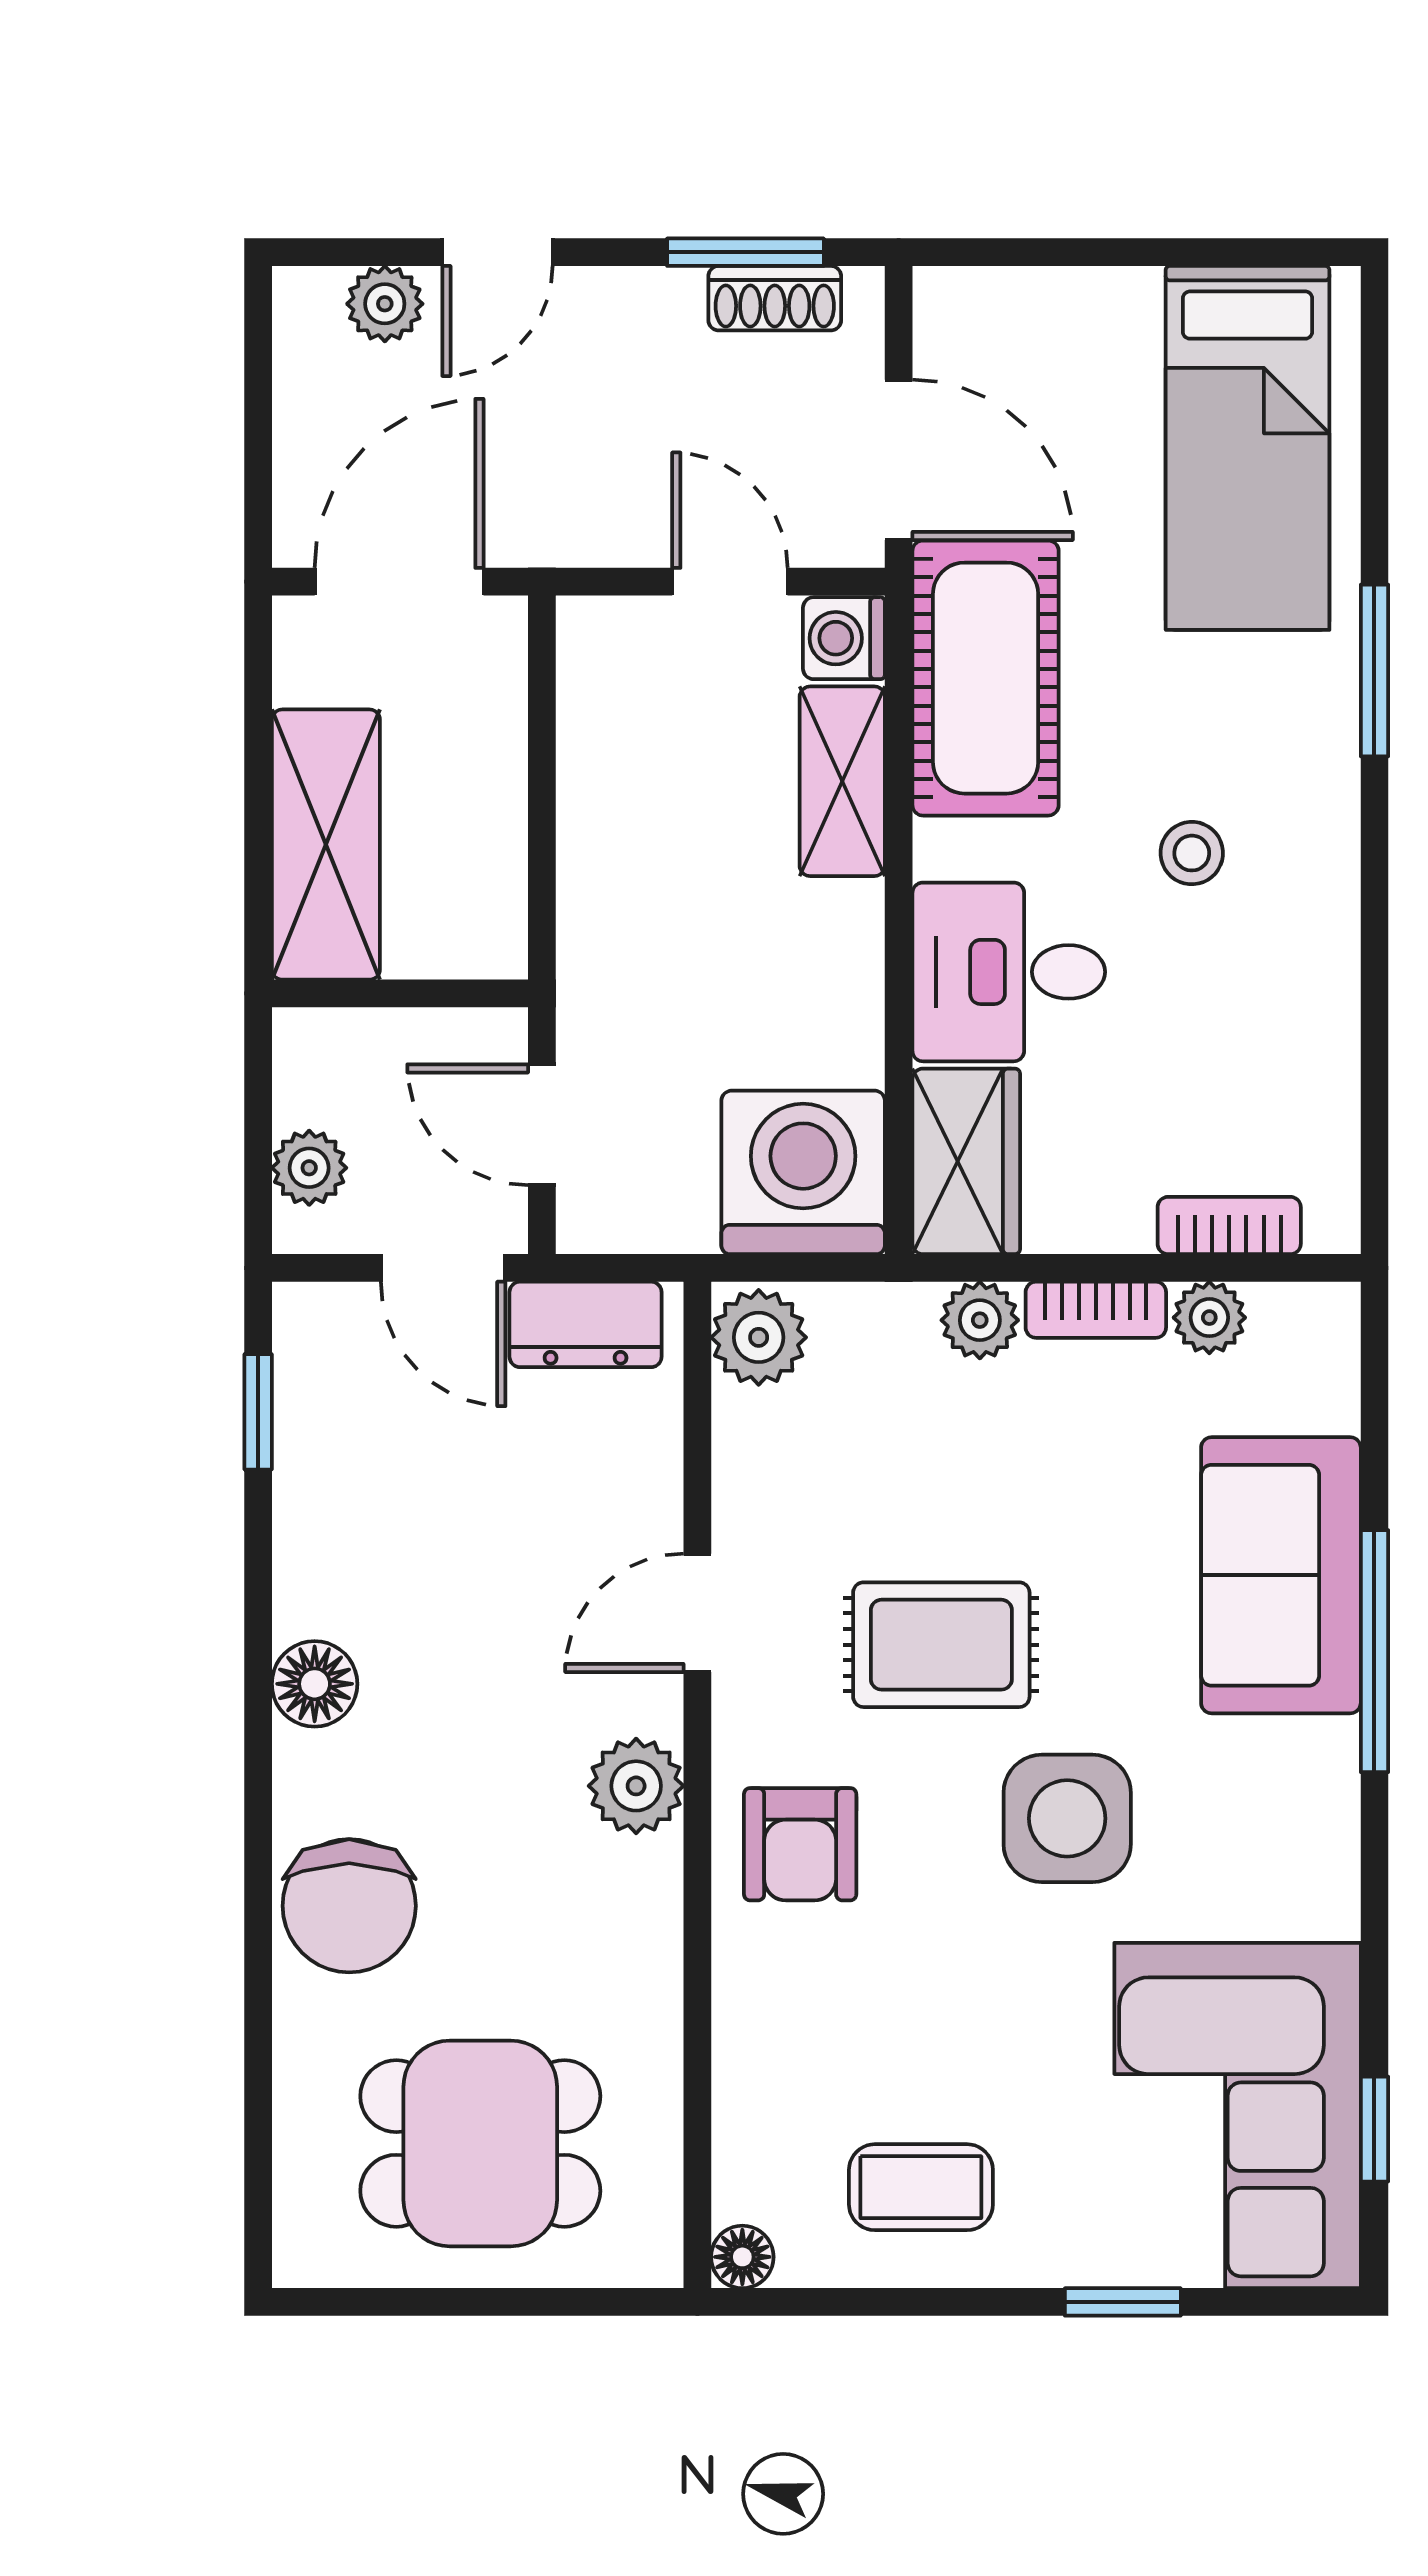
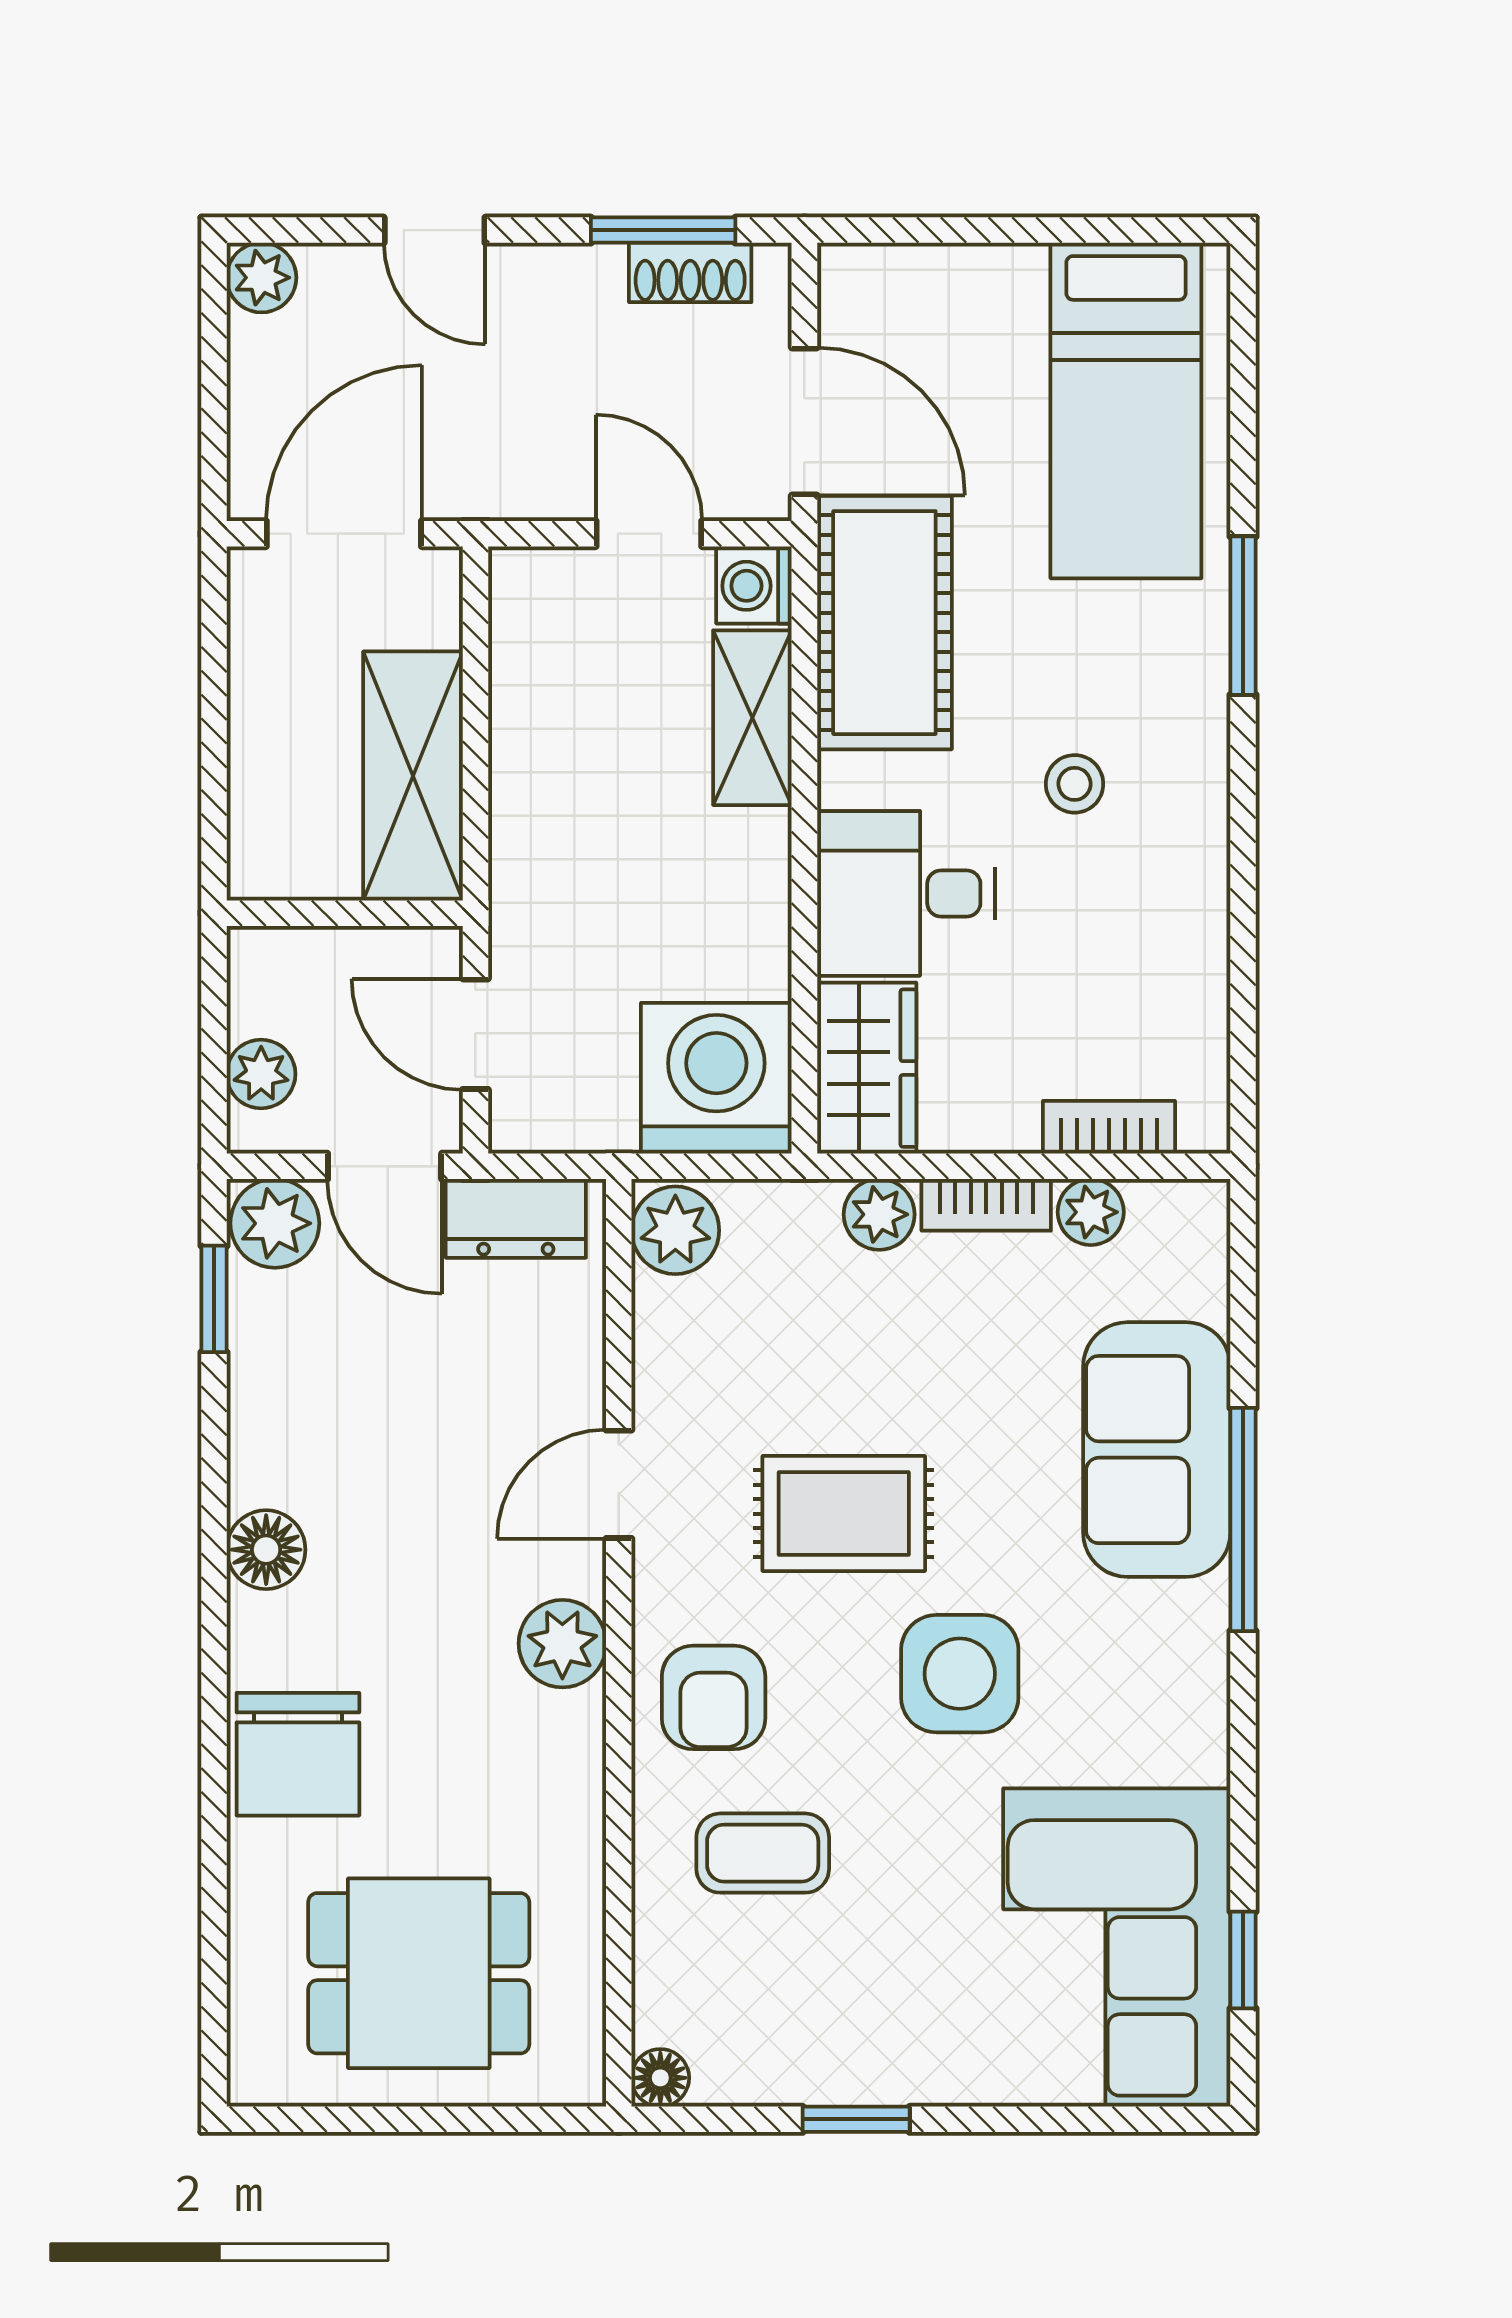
door: (497, 252) -> (435, 230), hinge flipped
plant: (385, 304) -> (262, 278), moved
shelving: (326, 845) -> (413, 776), moved
plant: (324, 1330) -> (275, 1223), added
coffee table: (921, 2187) -> (763, 1853), moved
window: (1123, 2302) -> (856, 2119), moved

